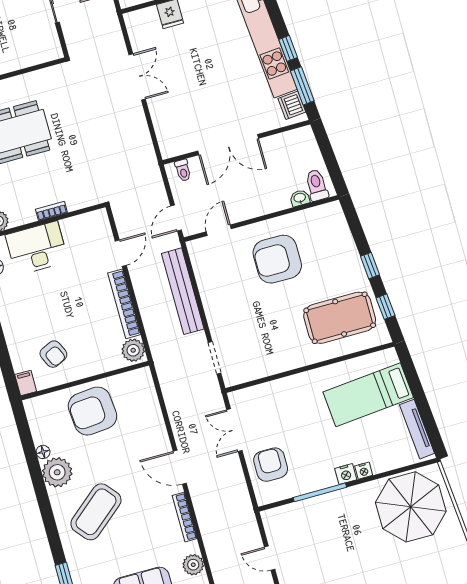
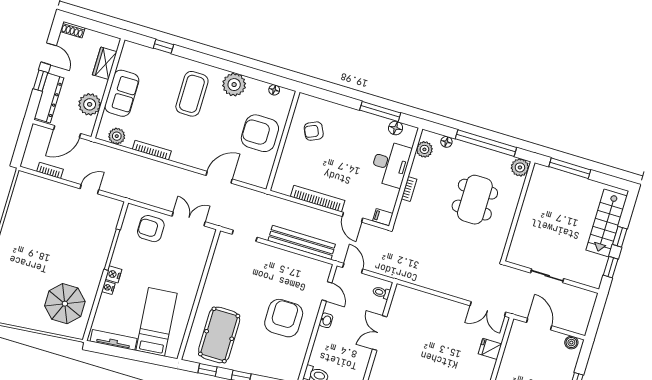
double door: (137, 77) -> (488, 309), moved
double door: (228, 145) -> (380, 333), width x0.73
washbasin: (300, 198) -> (326, 320), moved
plant: (133, 350) -> (283, 185), removed
filing cabinet: (26, 383) -> (383, 217), moved, turned 180
armchair: (92, 411) -> (260, 133), turned -85
floor lamp: (43, 452) -> (274, 90), moved
armchair: (271, 465) -> (151, 229), turned 180
door: (180, 467) -> (219, 177), moved
parasol: (411, 507) -> (65, 304), width x0.73, depth x0.73
coffee table: (96, 512) -> (192, 94), turned 40

